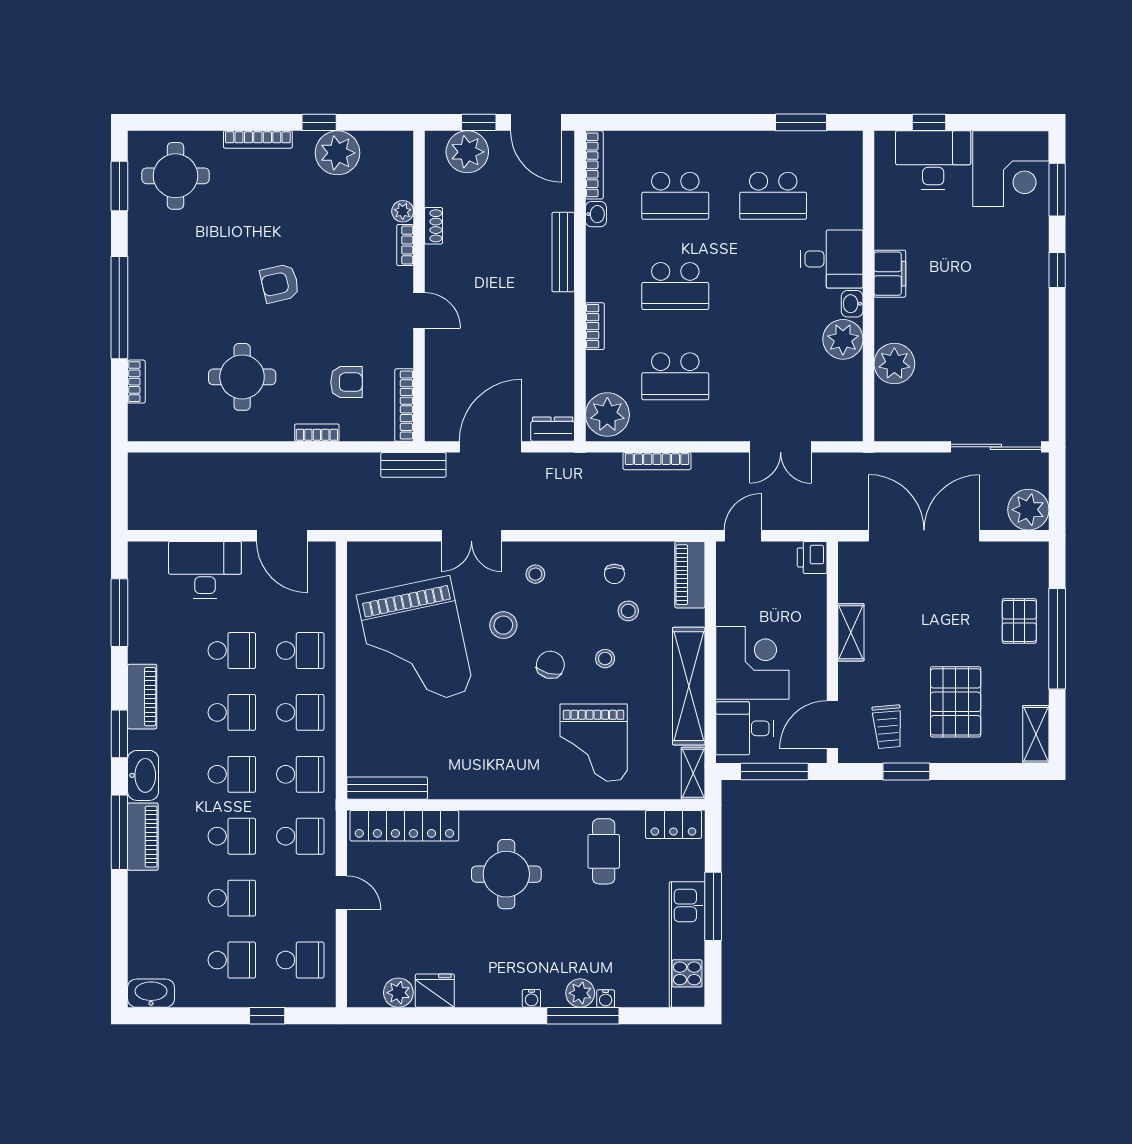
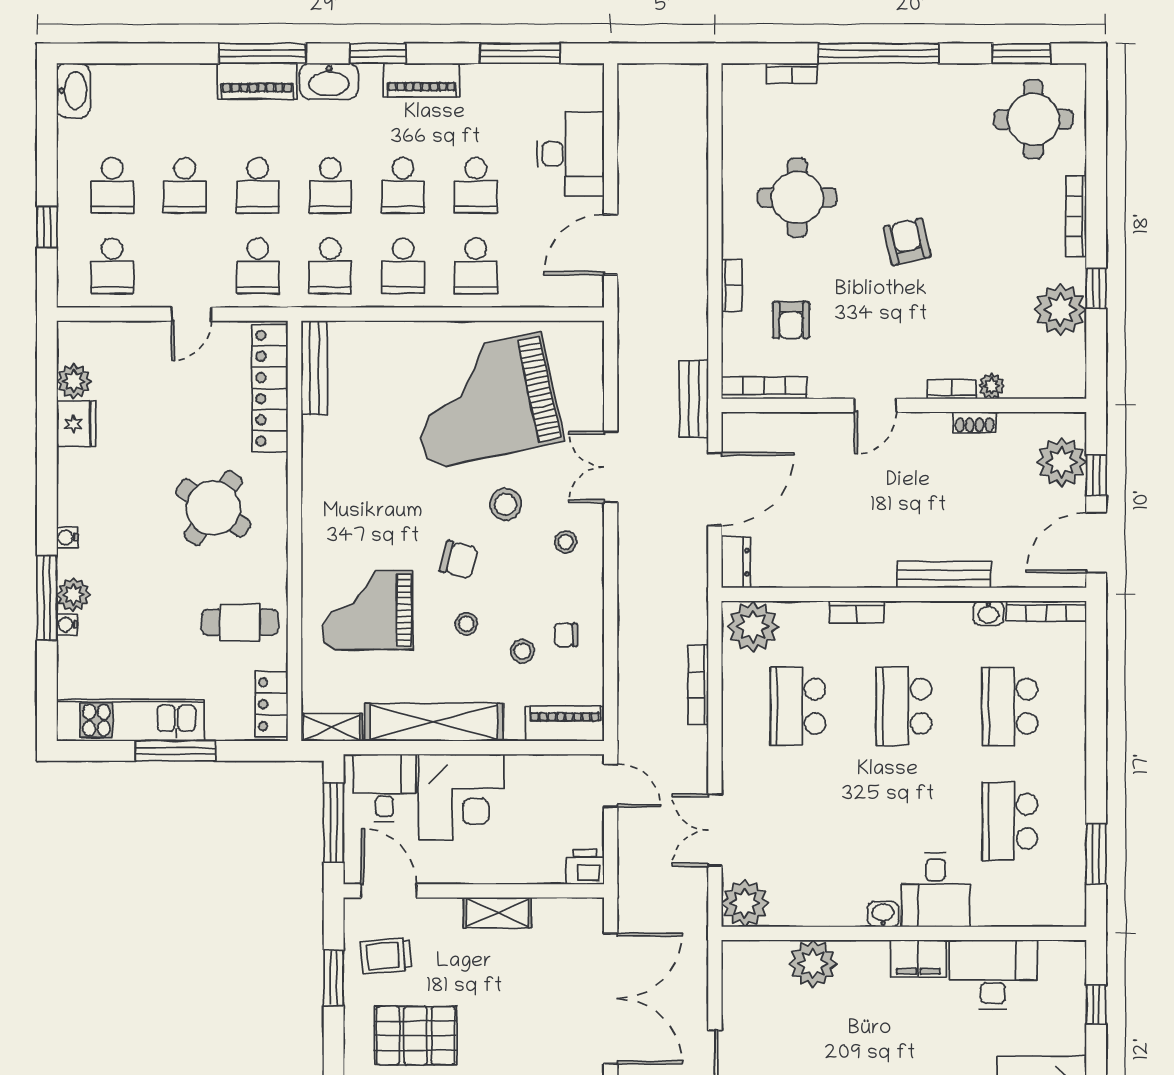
desk: (933, 160) -> (993, 974), moved, turned -90
plant: (843, 339) -> (745, 903), moved
door: (490, 447) -> (715, 489), hinge flipped
round table: (506, 874) -> (213, 508), turned 34

